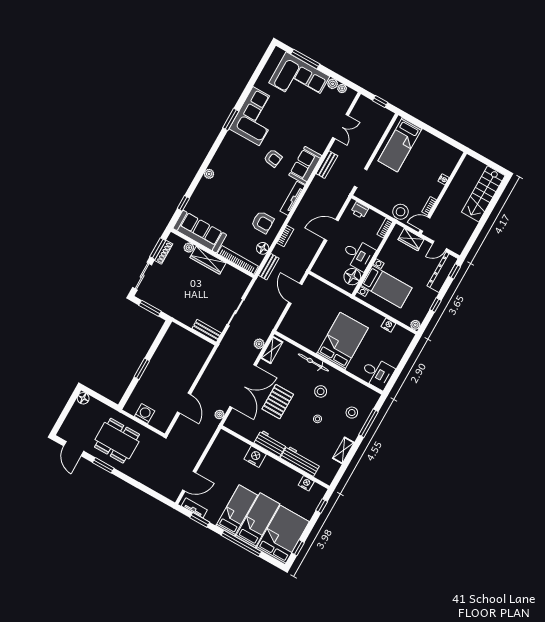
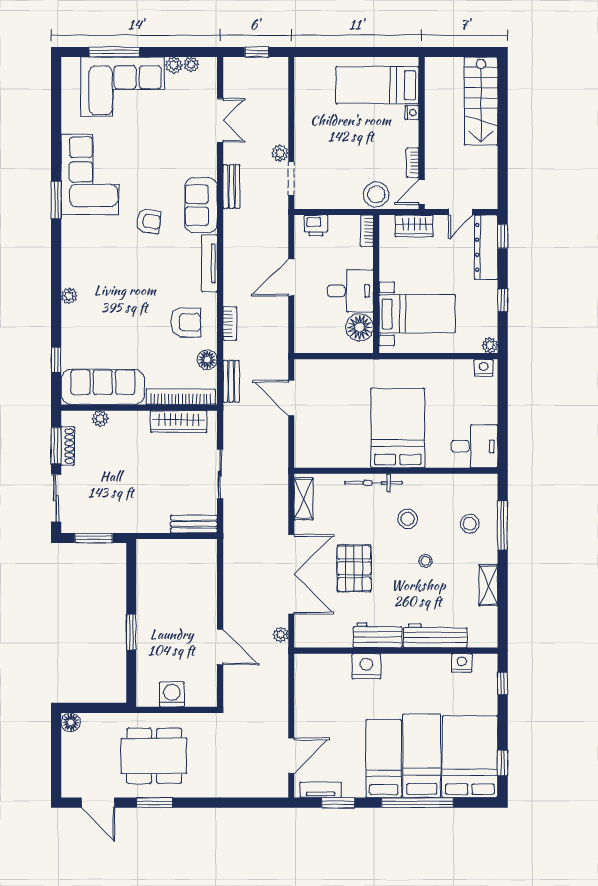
bed: (400, 145) -> (377, 85), moved, turned 90
wardrobe: (208, 260) -> (179, 421), moved
nightstand: (388, 325) -> (484, 368), moved
plant: (259, 344) -> (280, 153), moved

